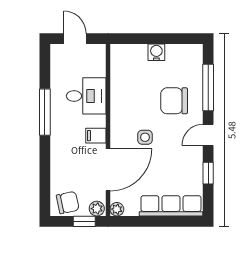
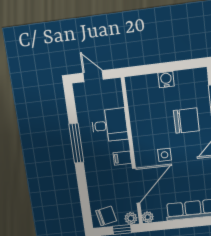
chair: (174, 101) -> (186, 121), turned 180

